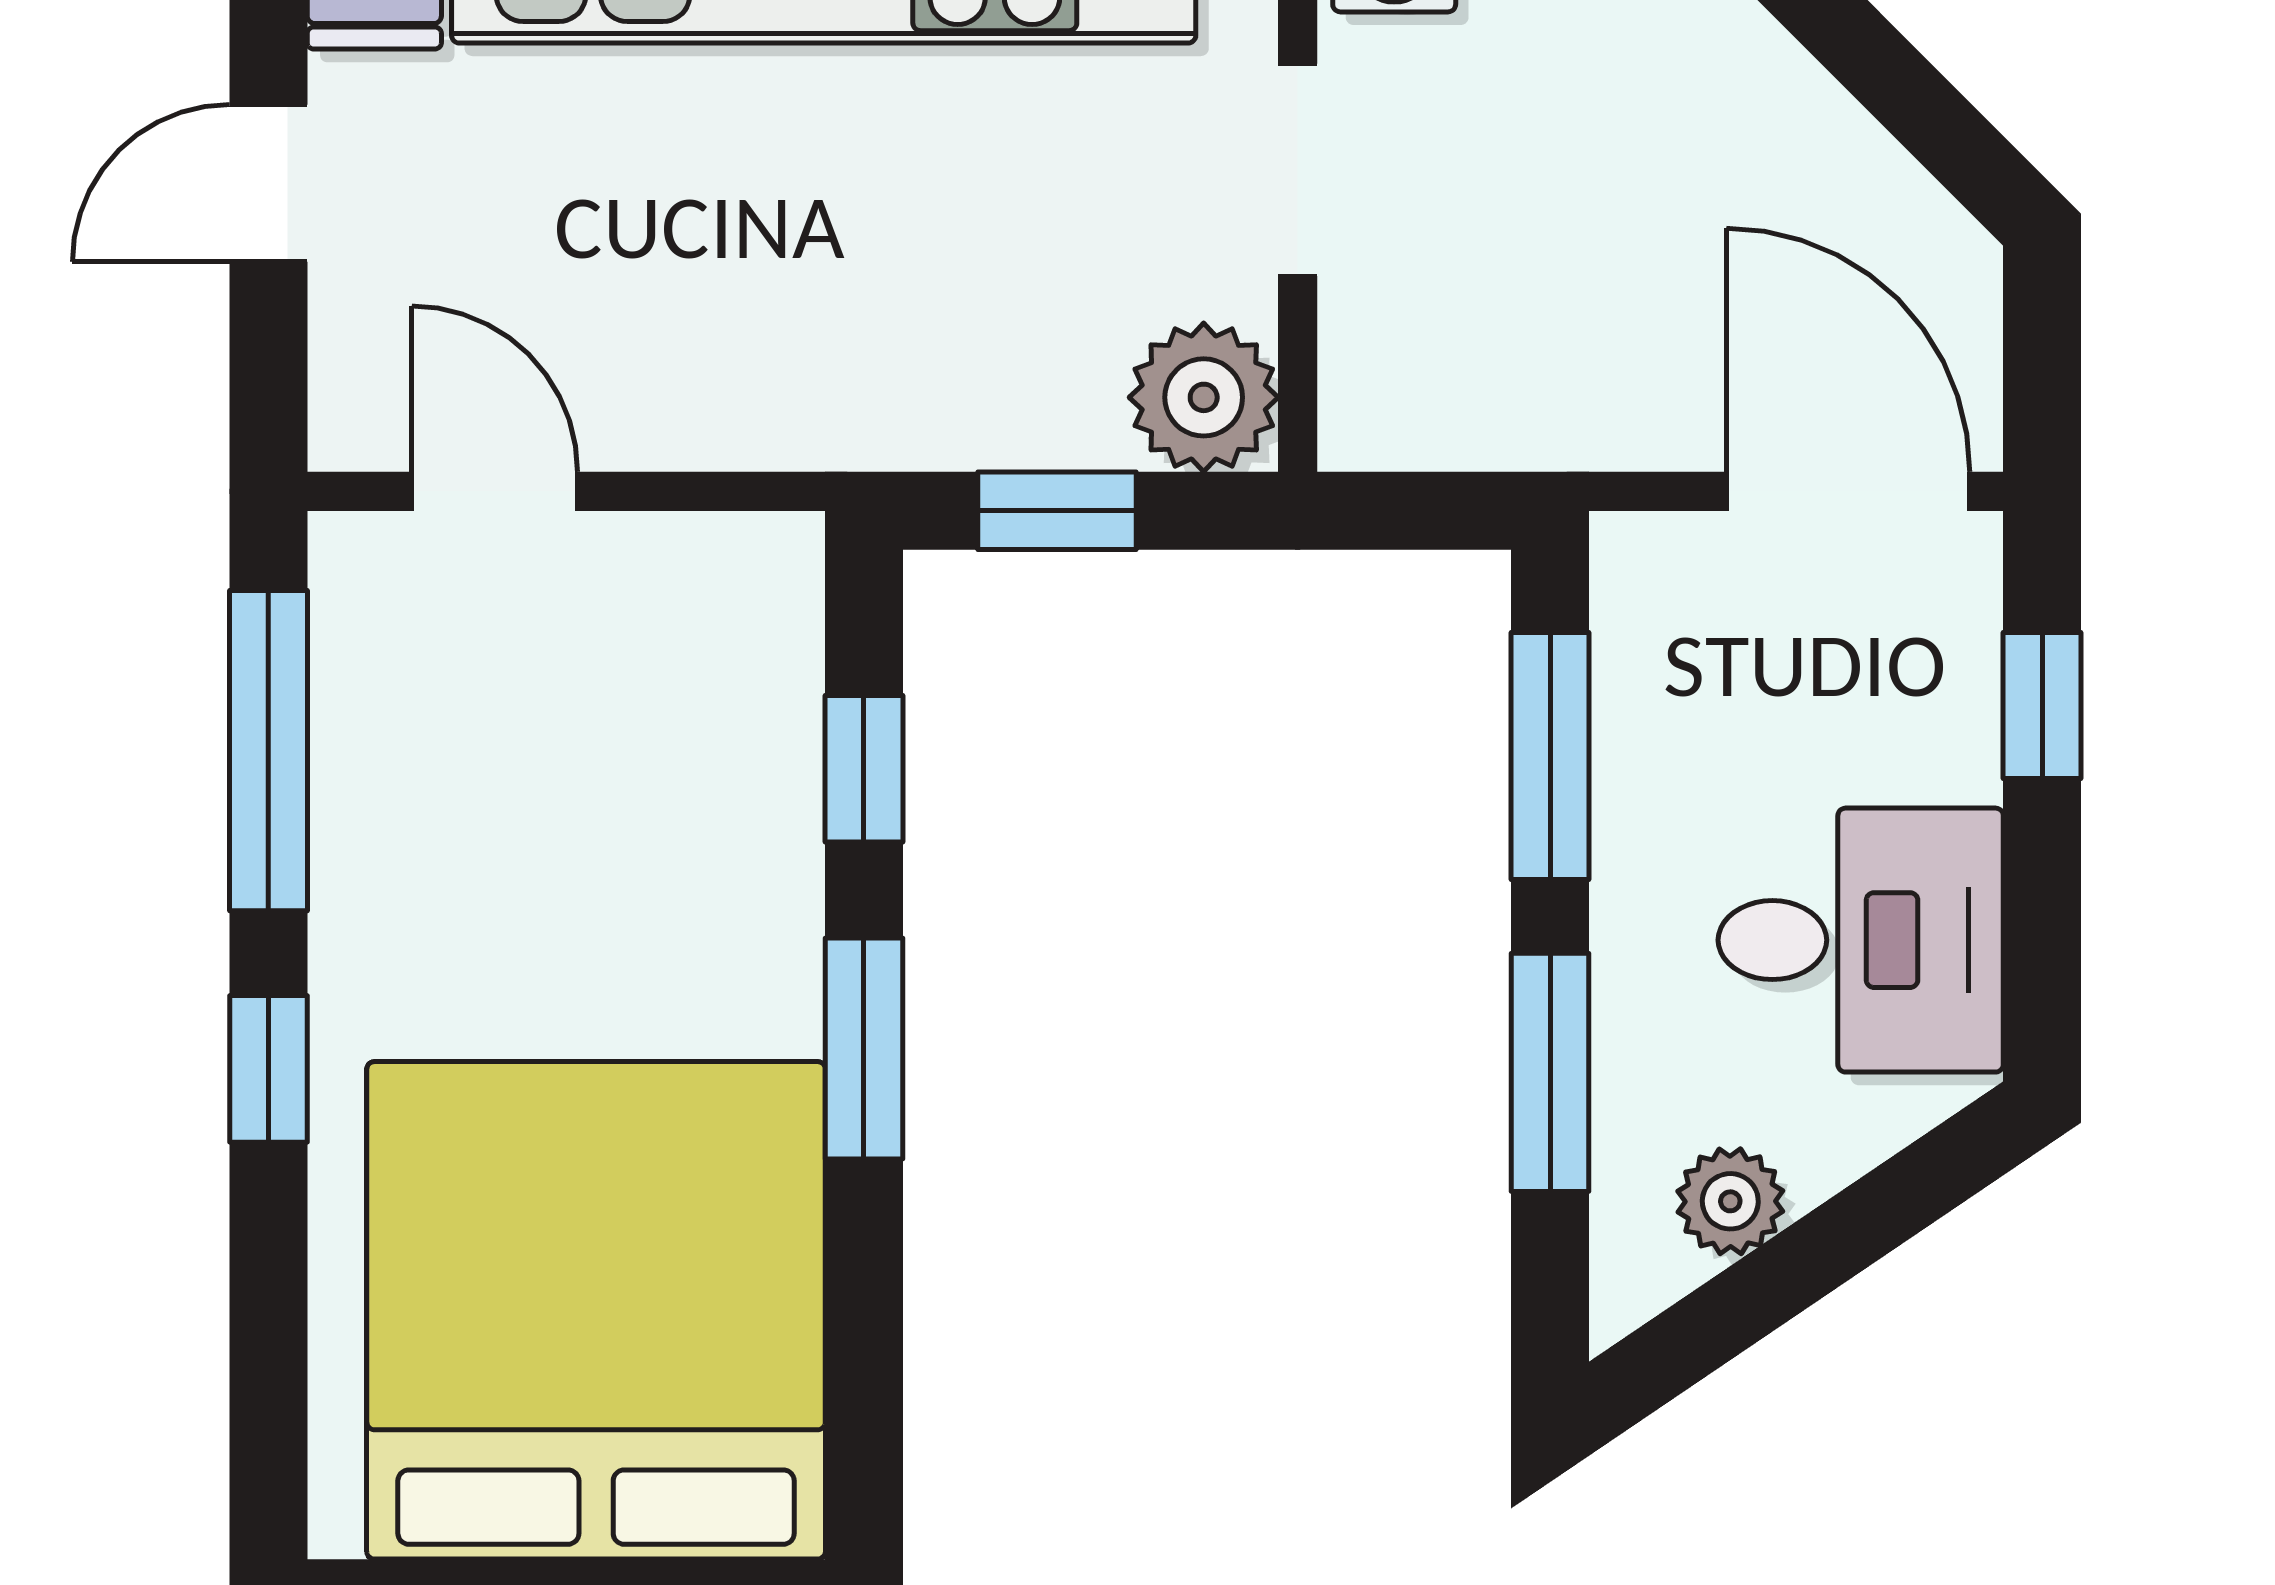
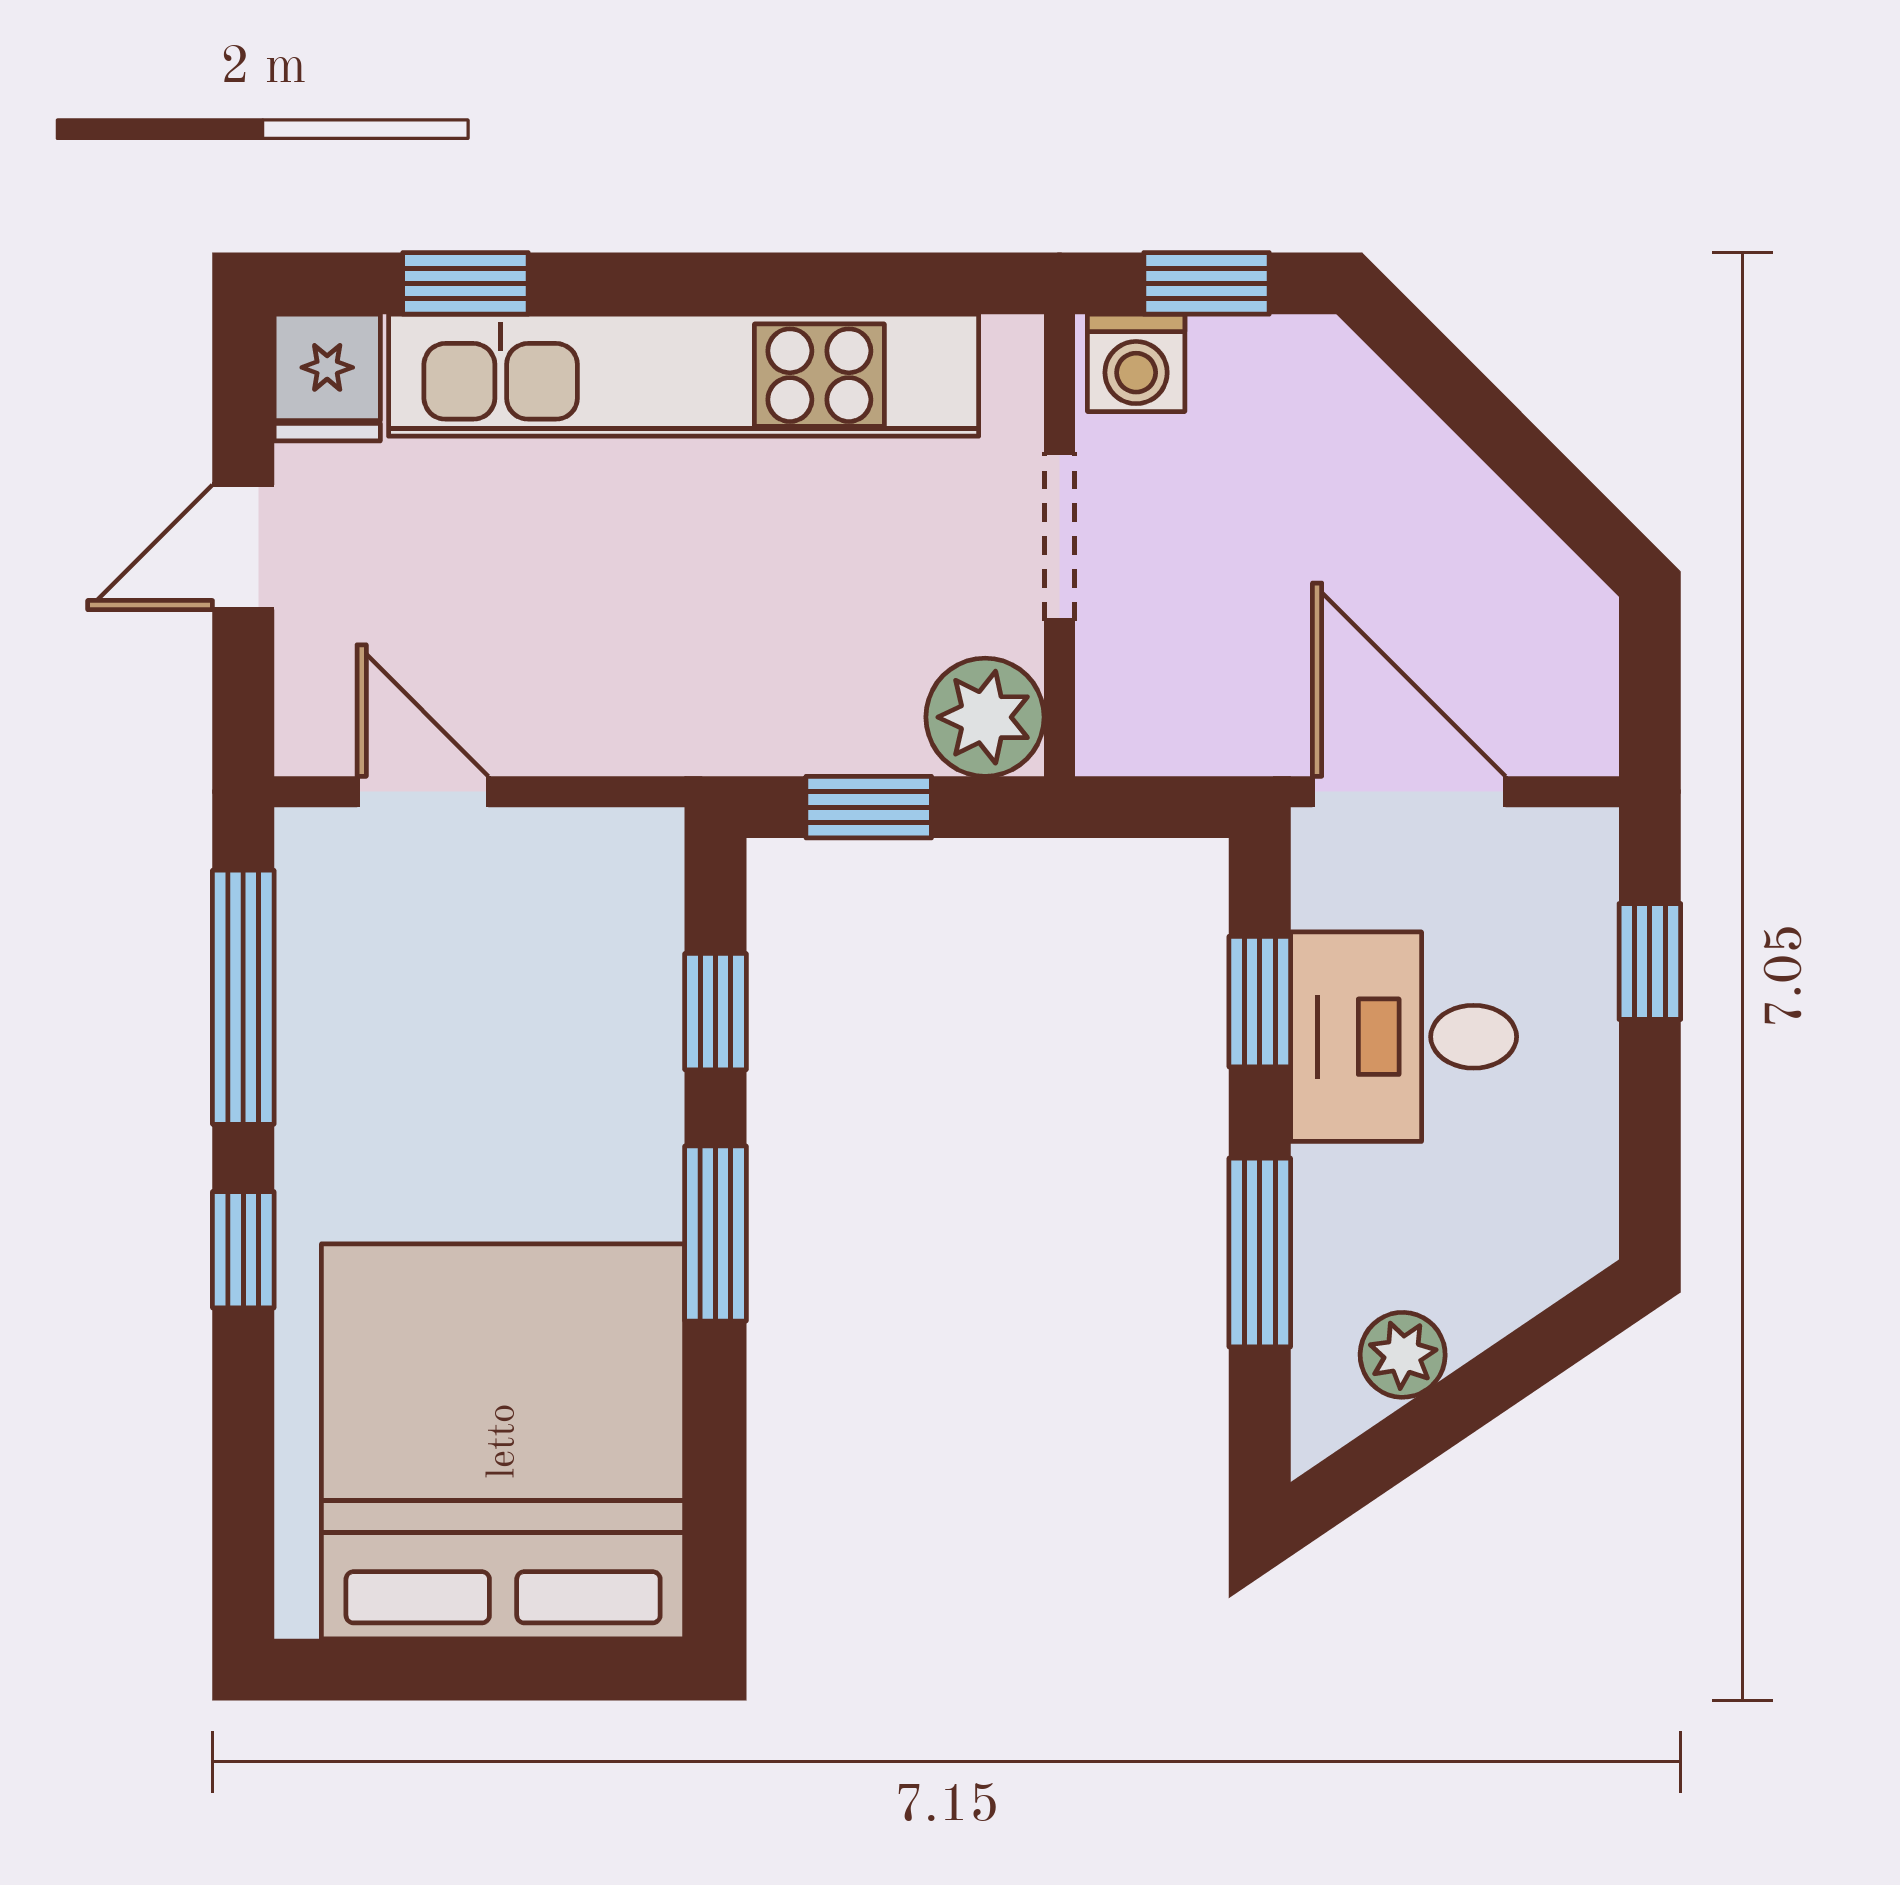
door: (1848, 491) -> (1409, 792), moved
window: (1550, 756) -> (1260, 1002), width x0.67
desk: (1861, 940) -> (1404, 1037), moved, turned 180

